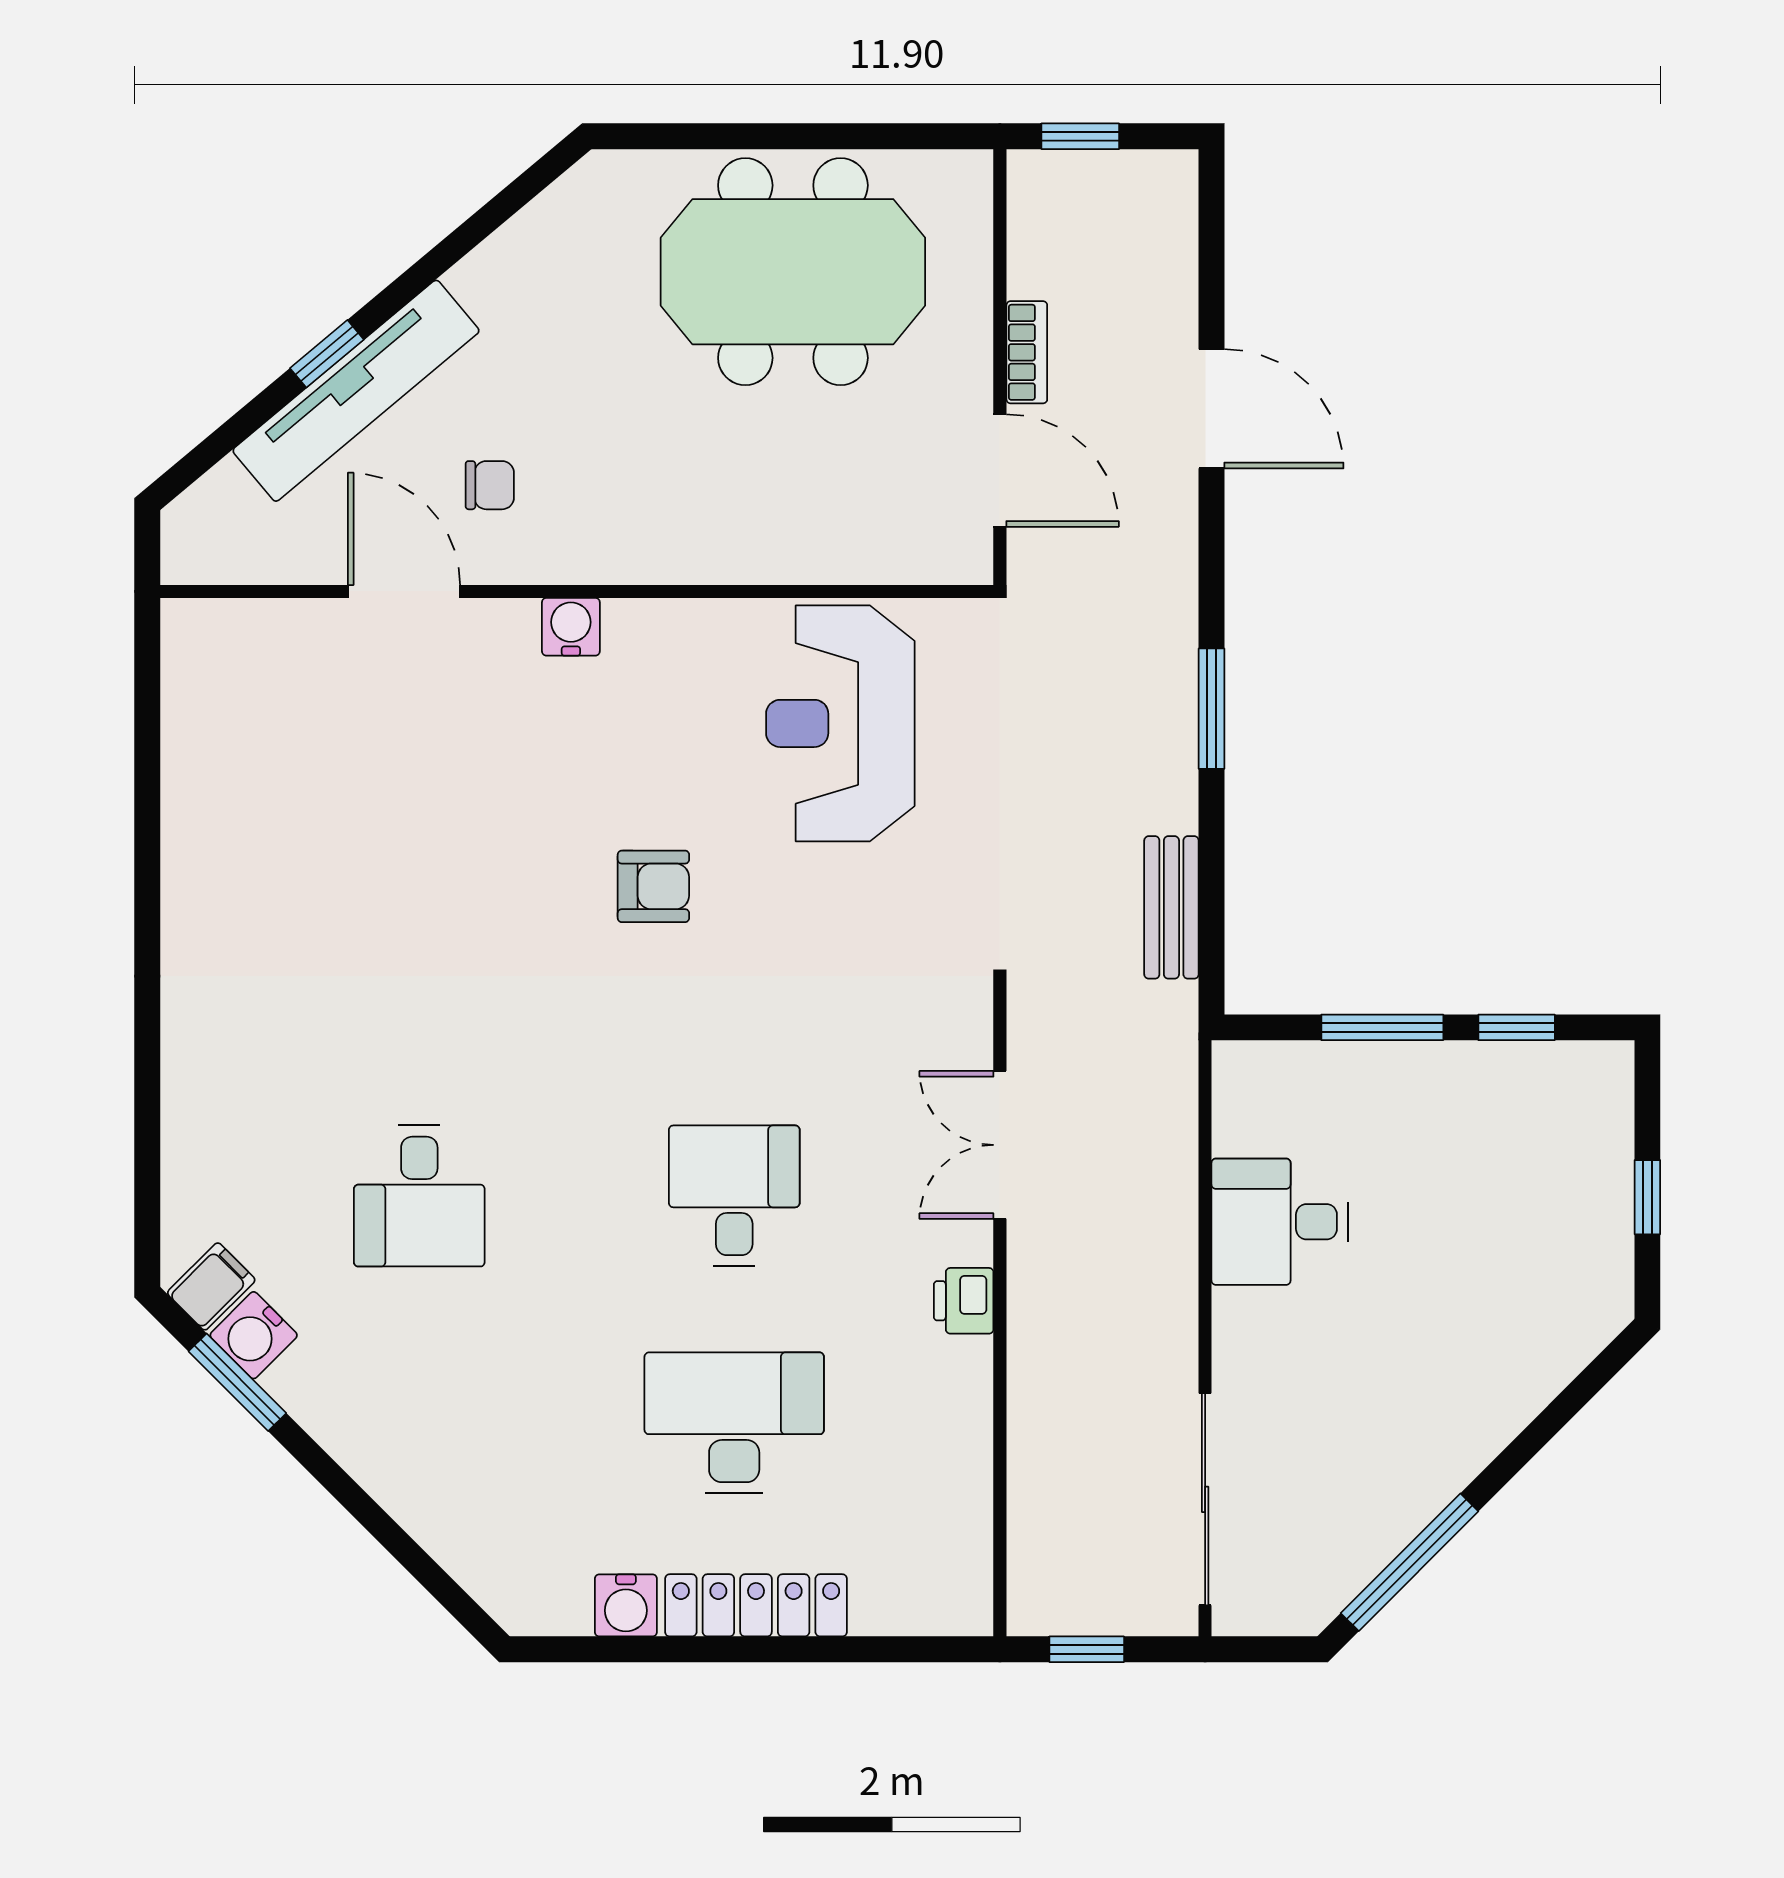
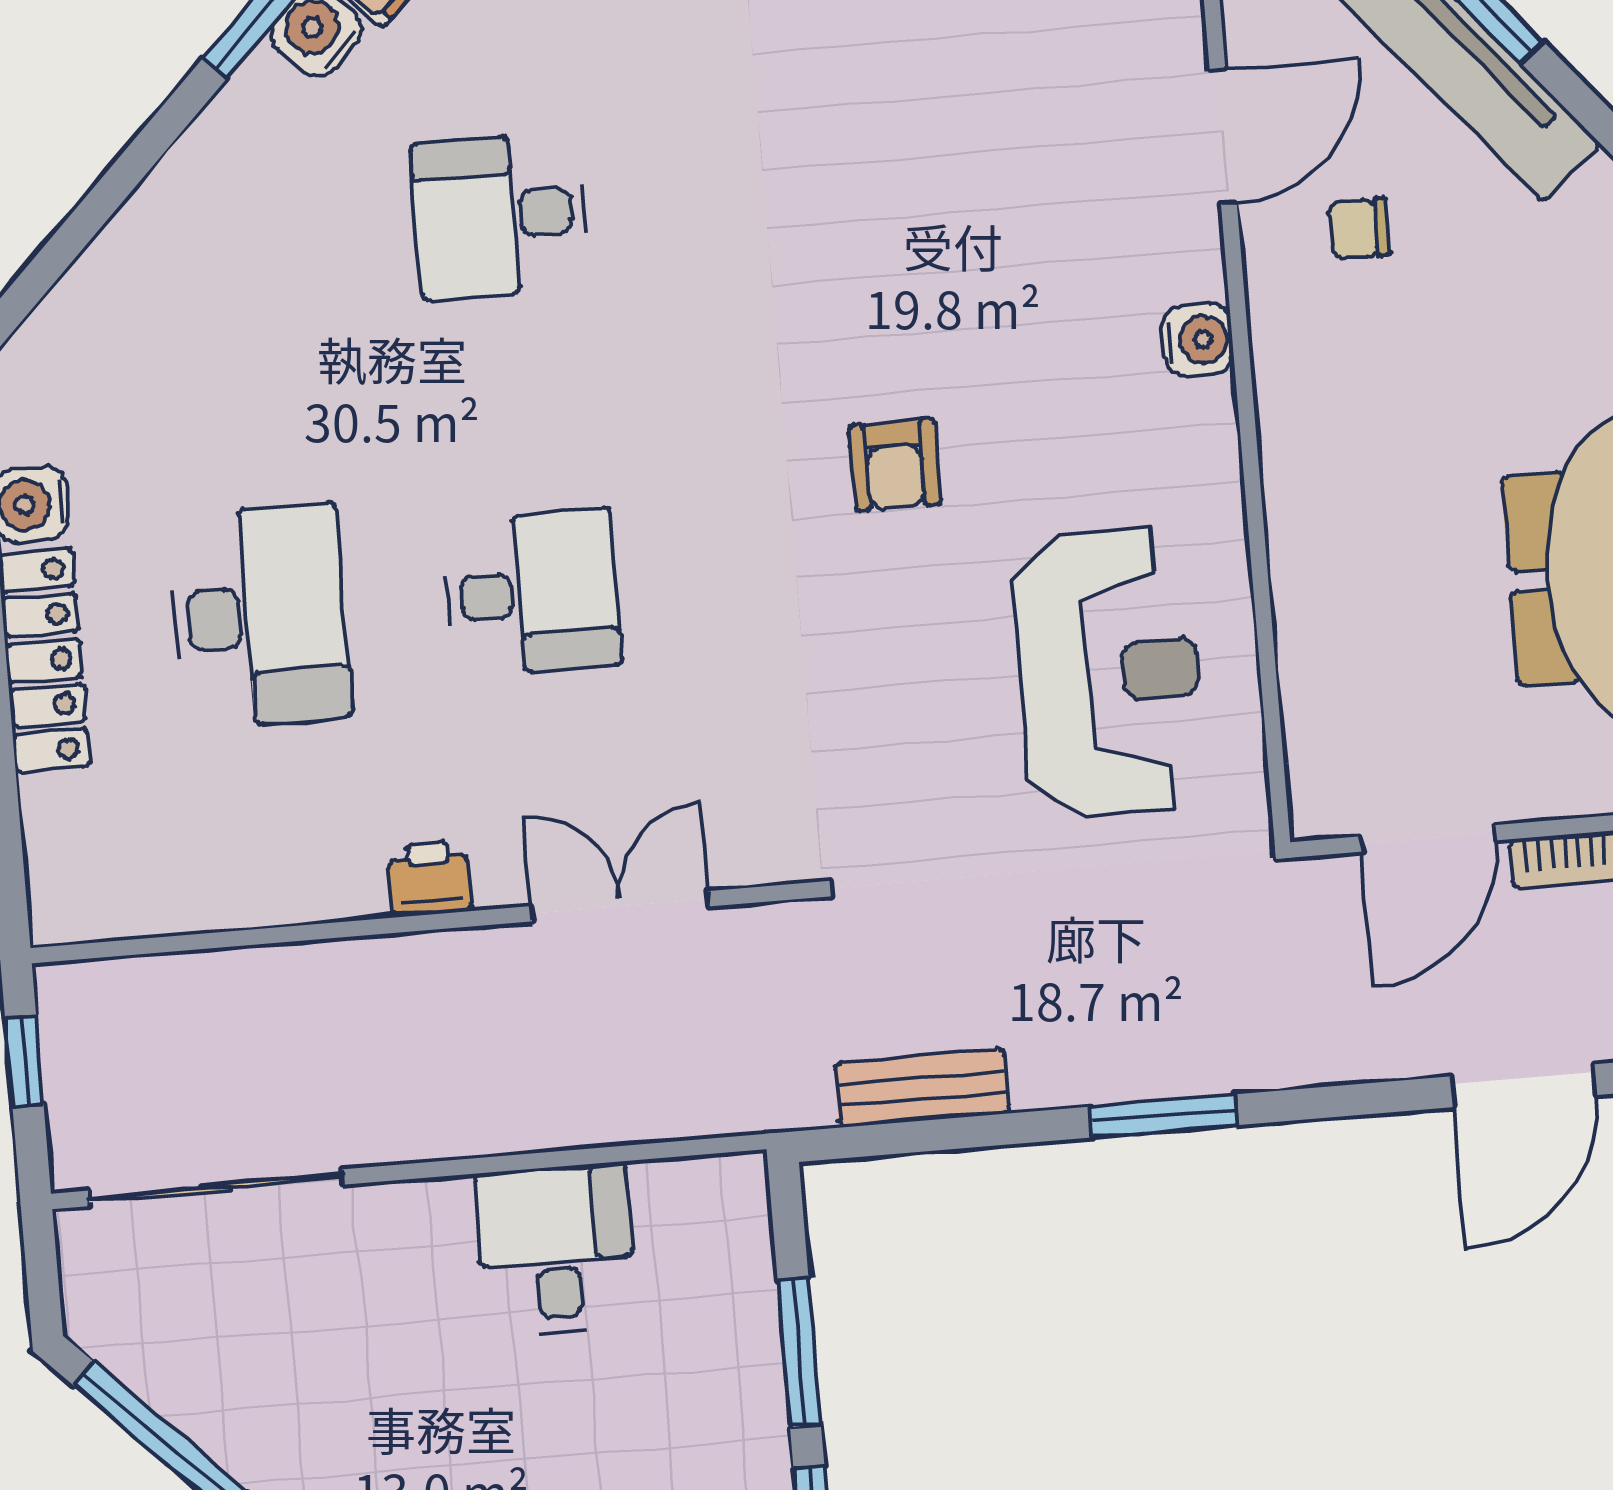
chair: (490, 485) -> (1359, 229), turned 90
reception desk: (840, 723) -> (1109, 673), turned 90

